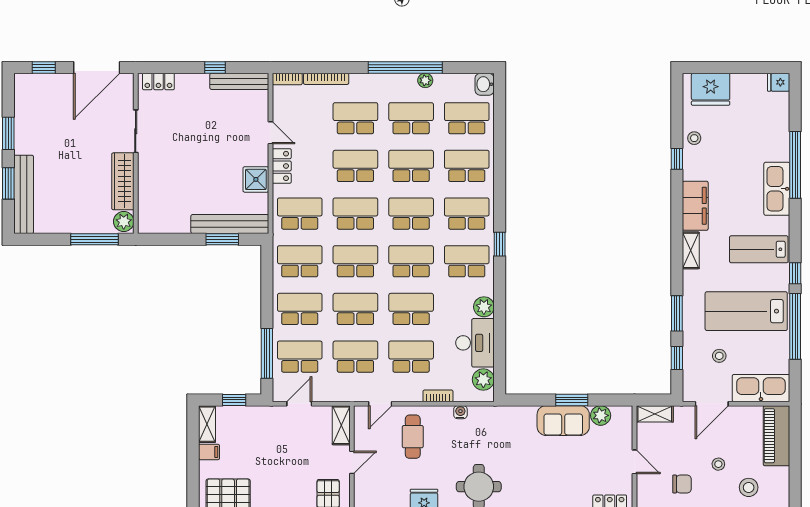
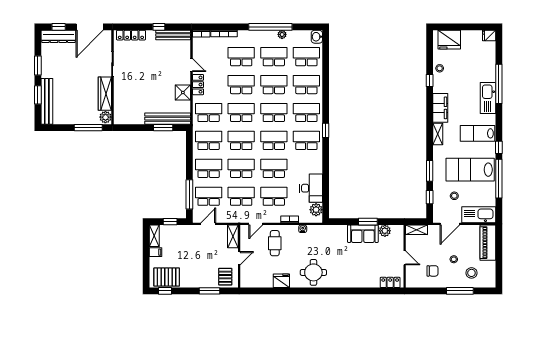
locker: (158, 81) -> (131, 35), width x1.53
dresser: (43, 84) -> (58, 36), added
plant: (484, 307) -> (316, 167), removed

